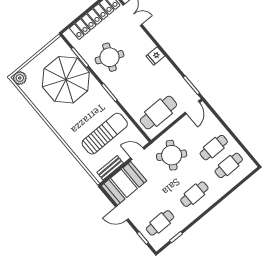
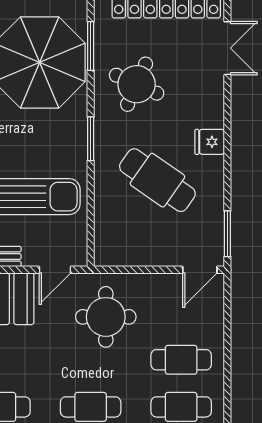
cafe table: (158, 113) -> (157, 180), moved, turned 35
door: (137, 153) -> (55, 270), swing flipped
round table: (172, 155) -> (106, 317), turned -32

